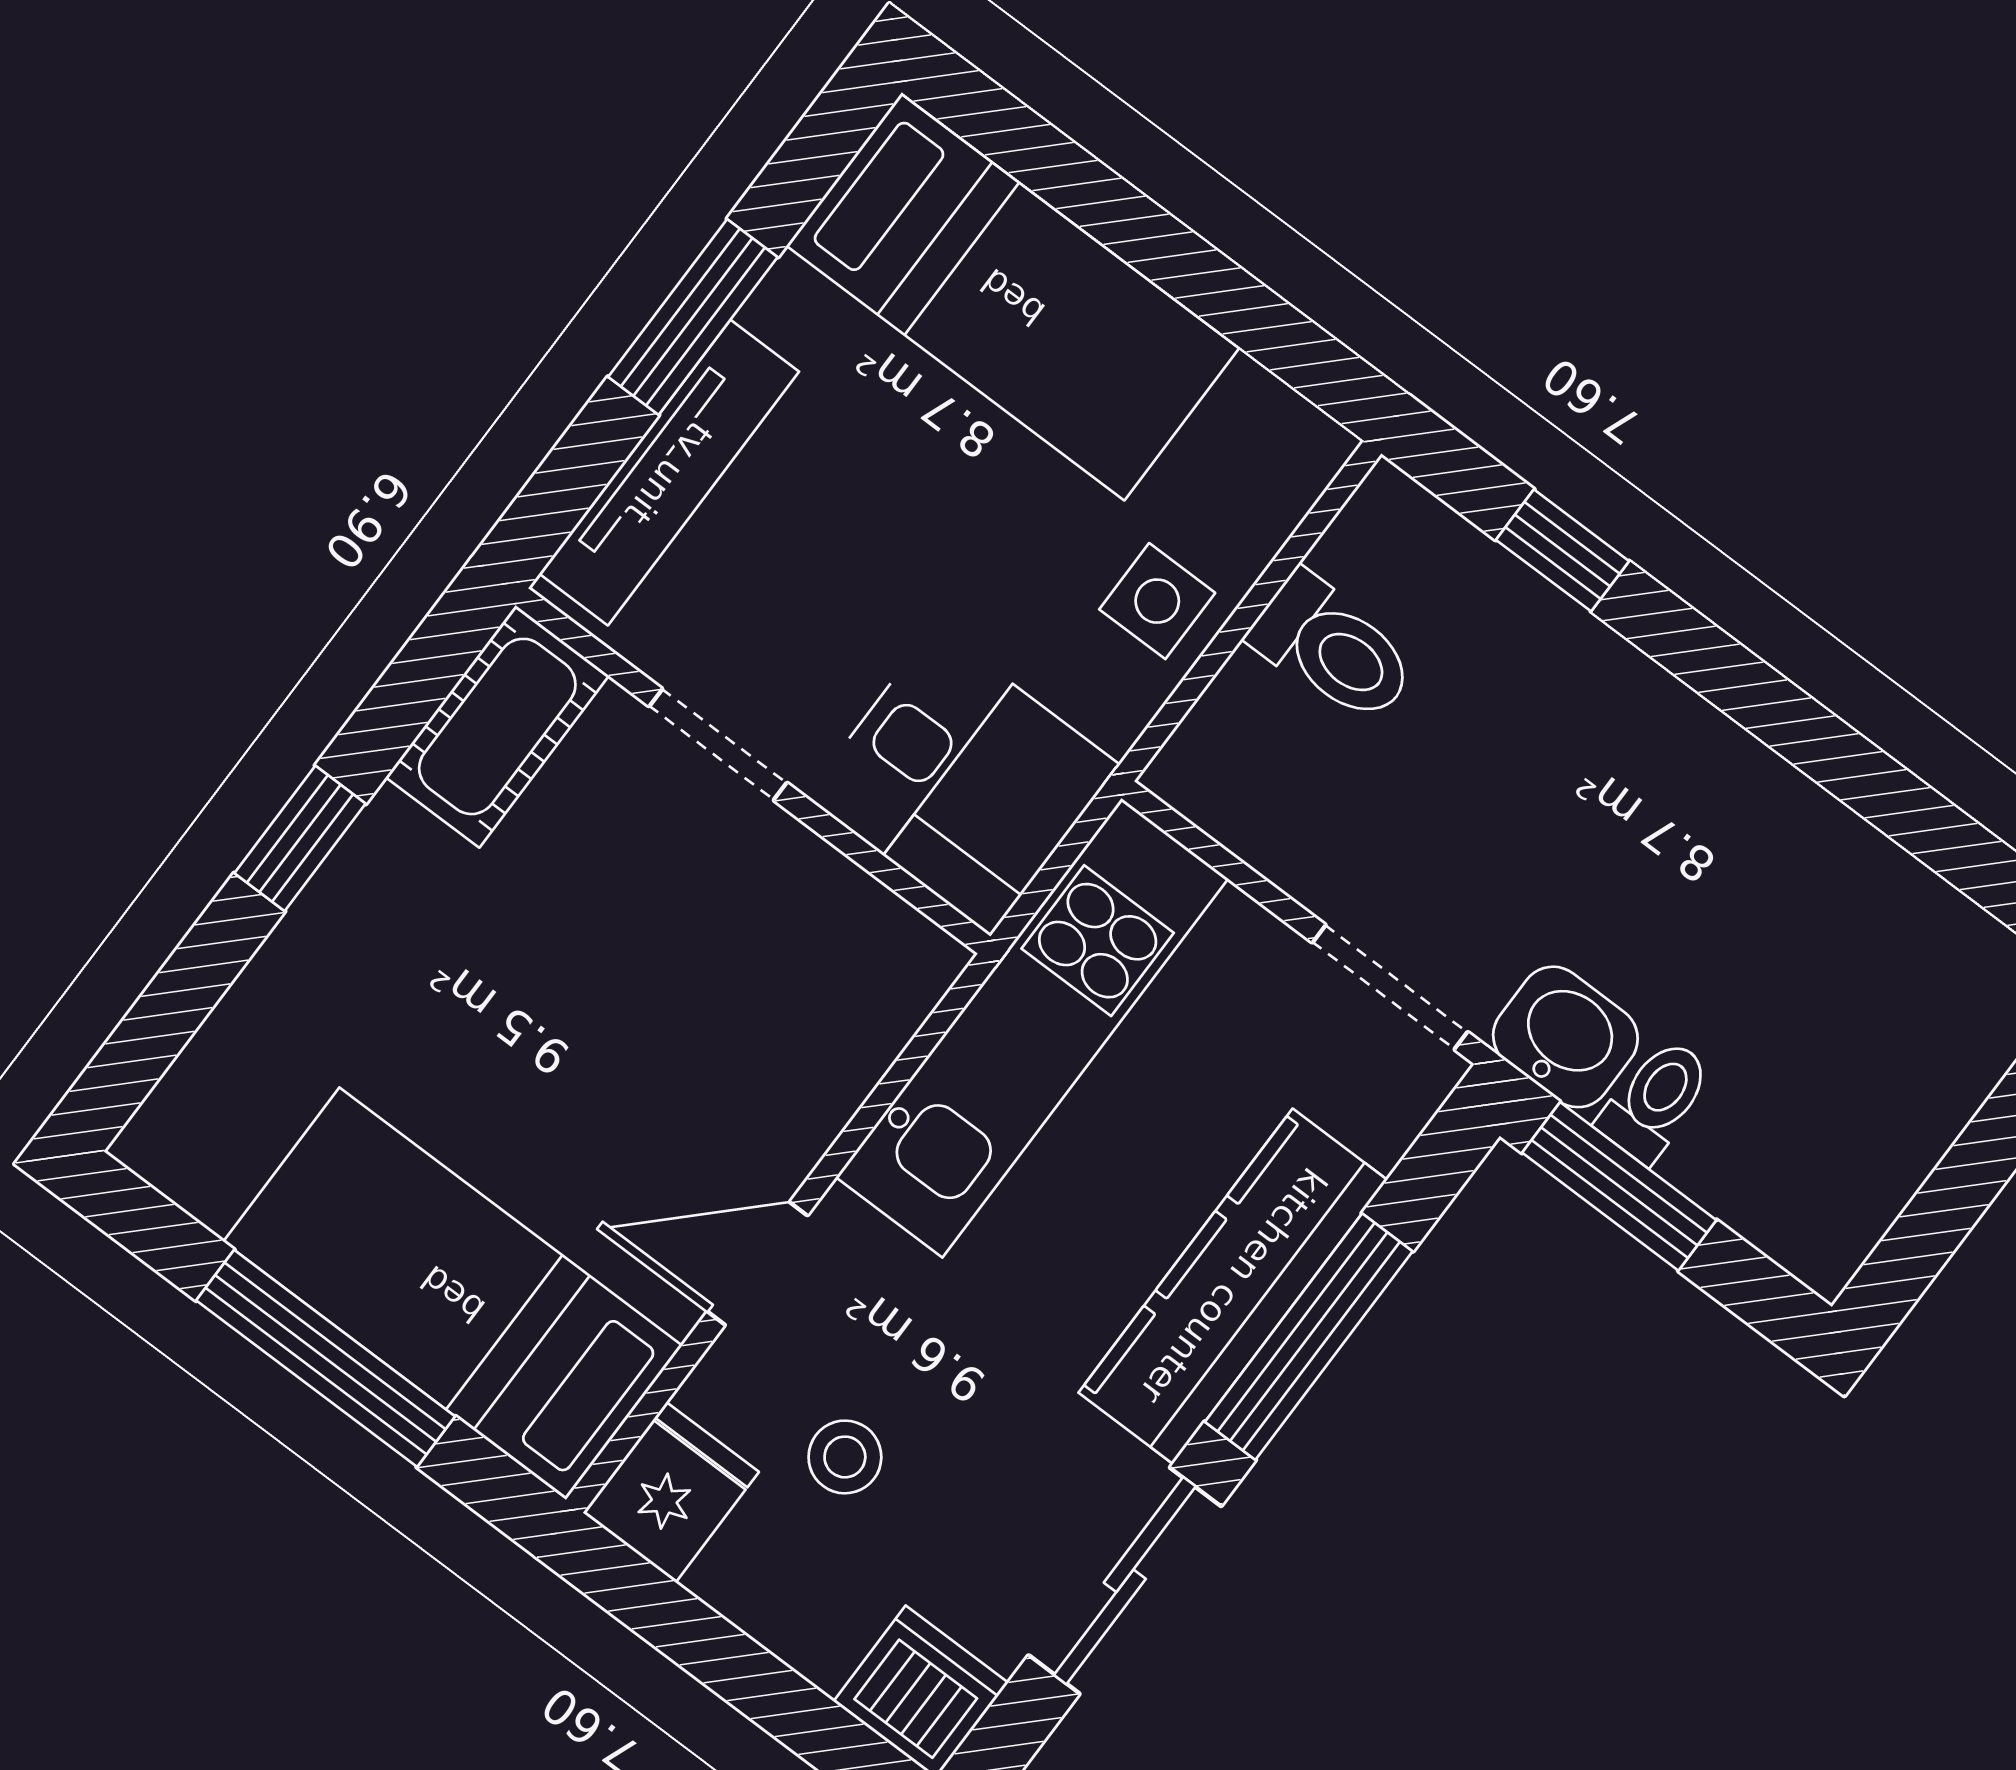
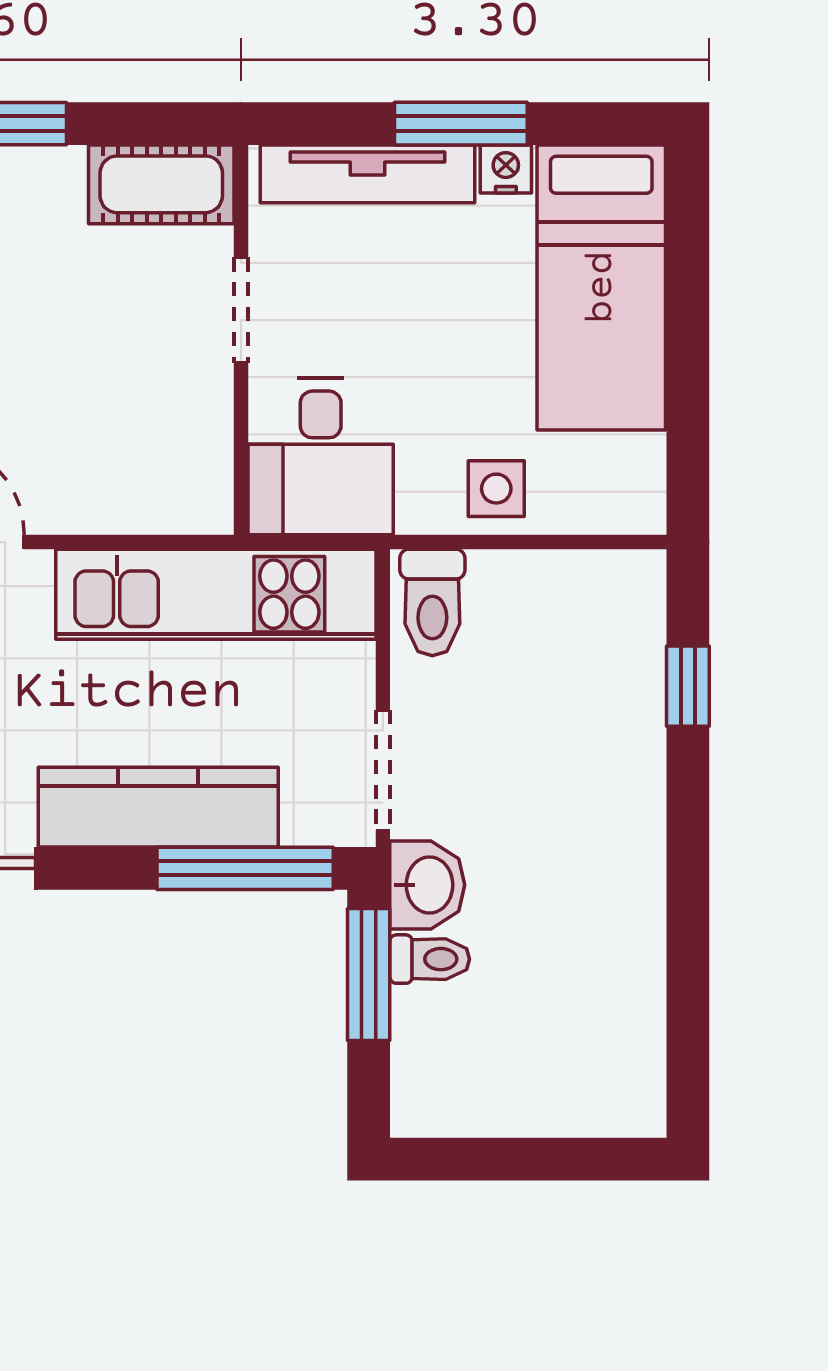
nightstand: (787, 304) -> (506, 169), added
toilet: (1333, 649) -> (432, 603), moved
window: (1309, 1337) -> (245, 868), moved

